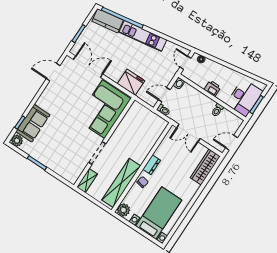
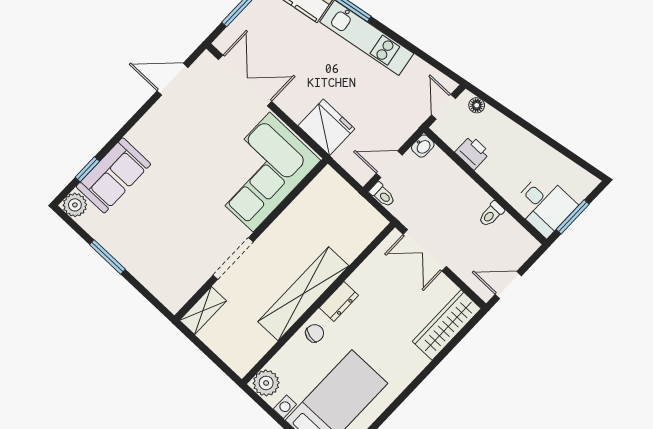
printer: (212, 88) -> (472, 153), moved
desk: (244, 98) -> (544, 205), width x0.73
shelving: (121, 183) -> (303, 294), moved

